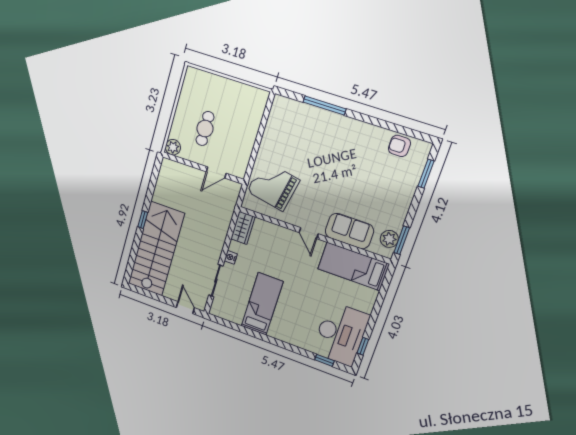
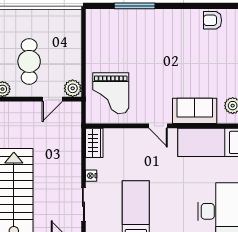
cafe table: (205, 129) -> (29, 61), width x1.37, depth x1.35
plant: (238, 169) -> (73, 88), added
grand piano: (273, 186) -> (111, 93), turned -101

